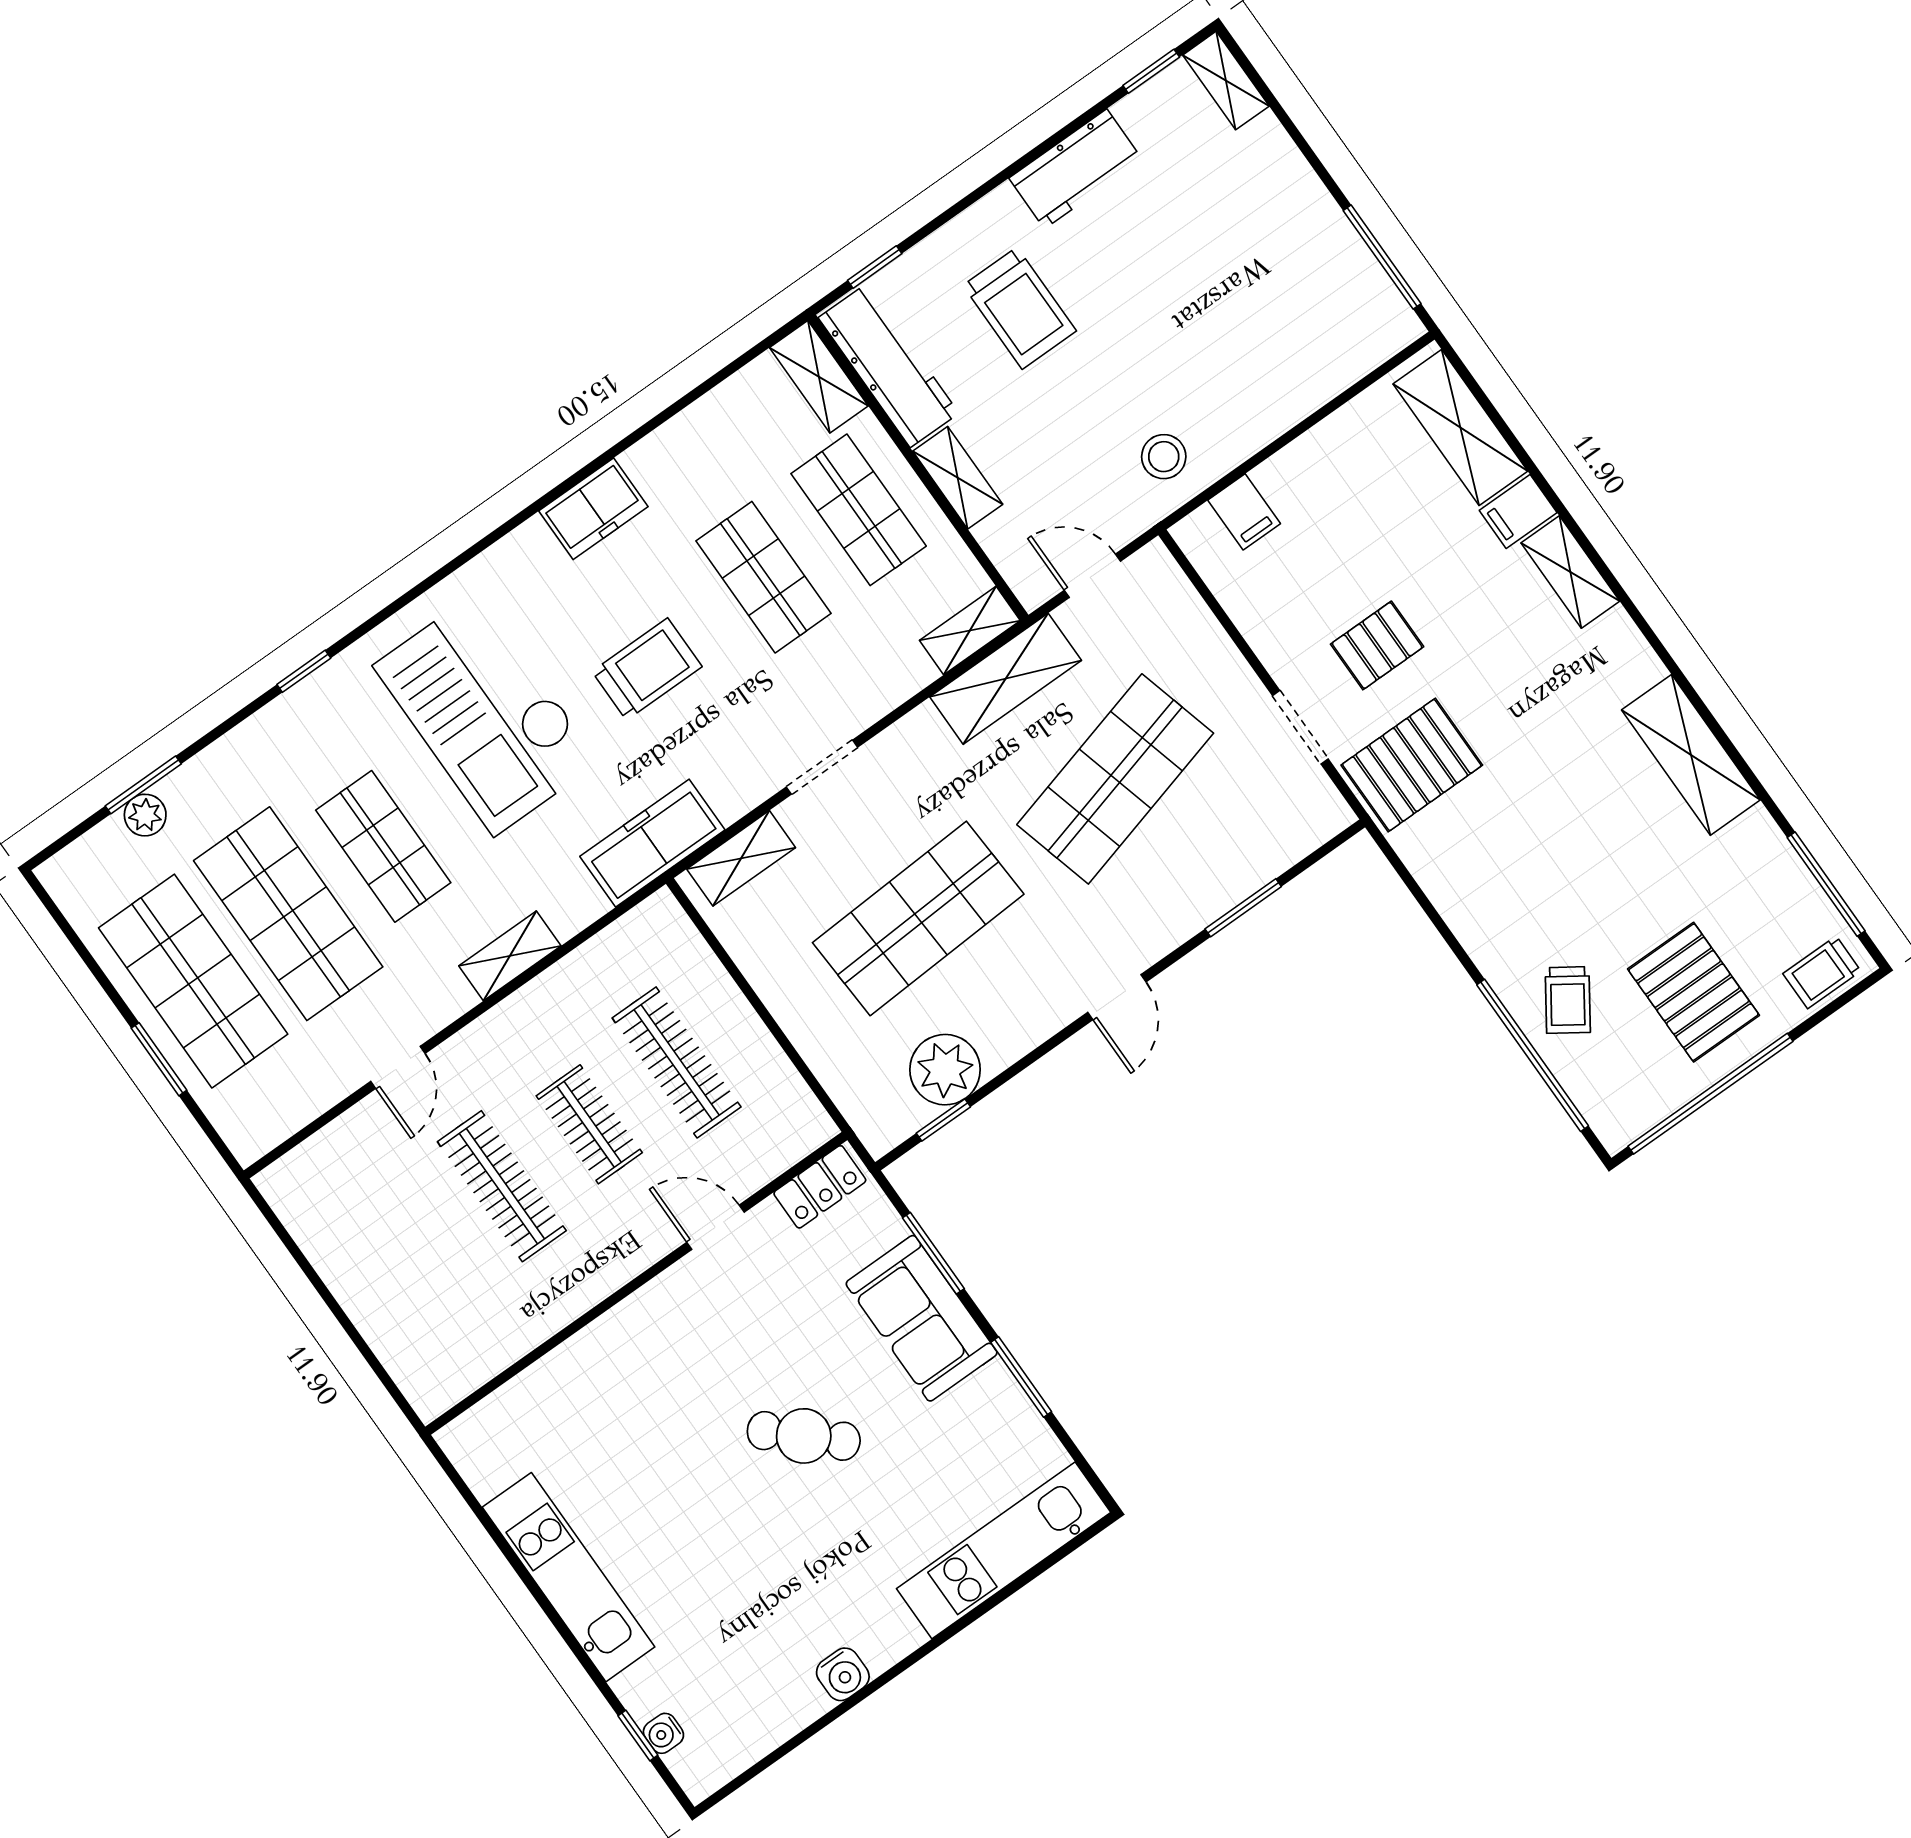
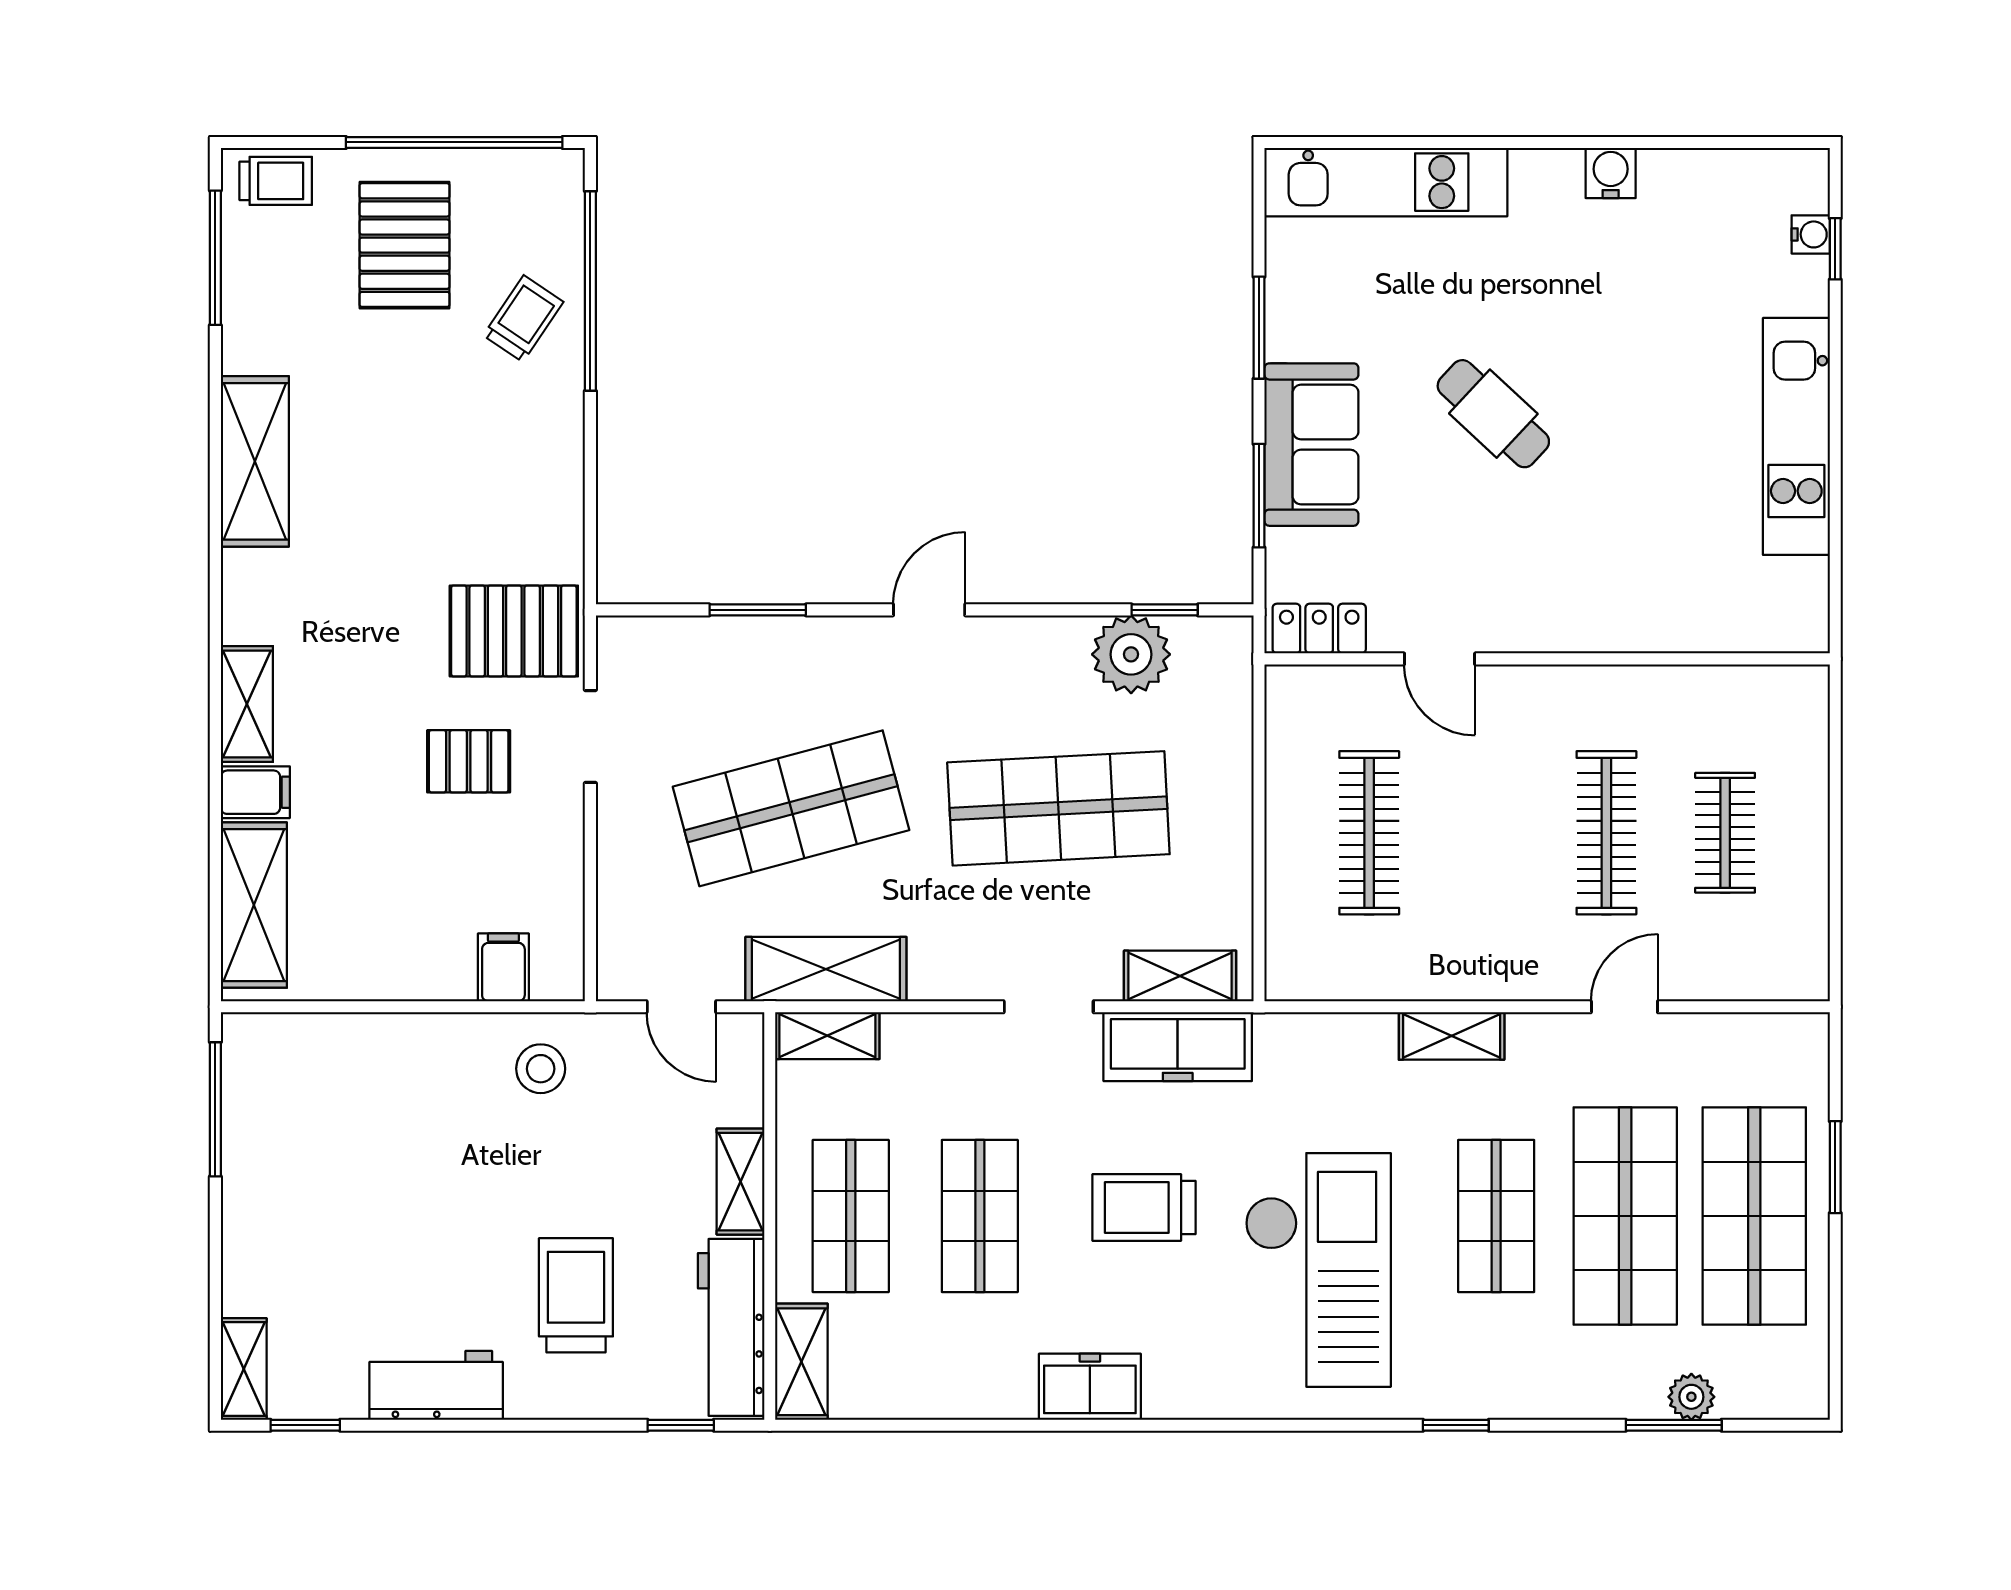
freezer: (652, 843) -> (1178, 1047), moved
clothes rail: (589, 1124) -> (1725, 833), moved

